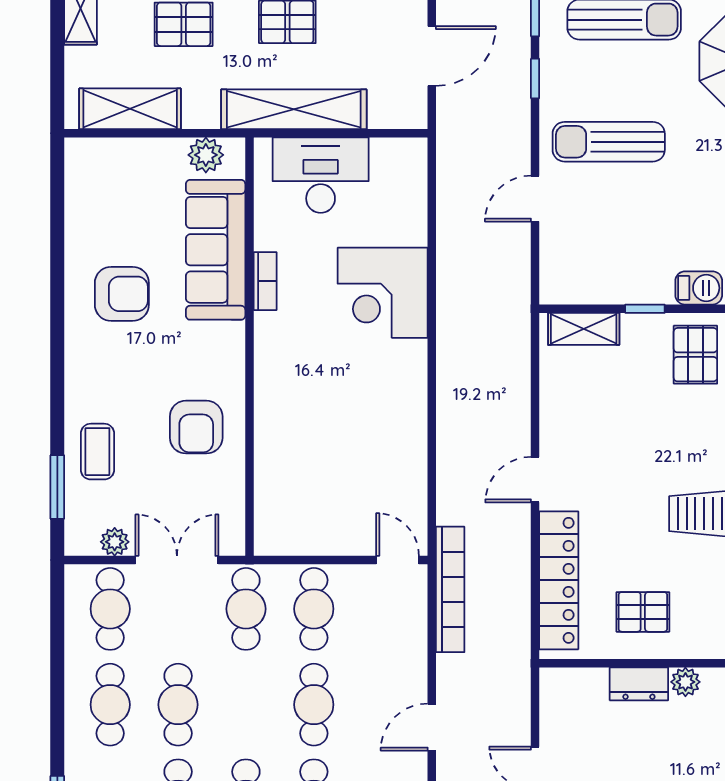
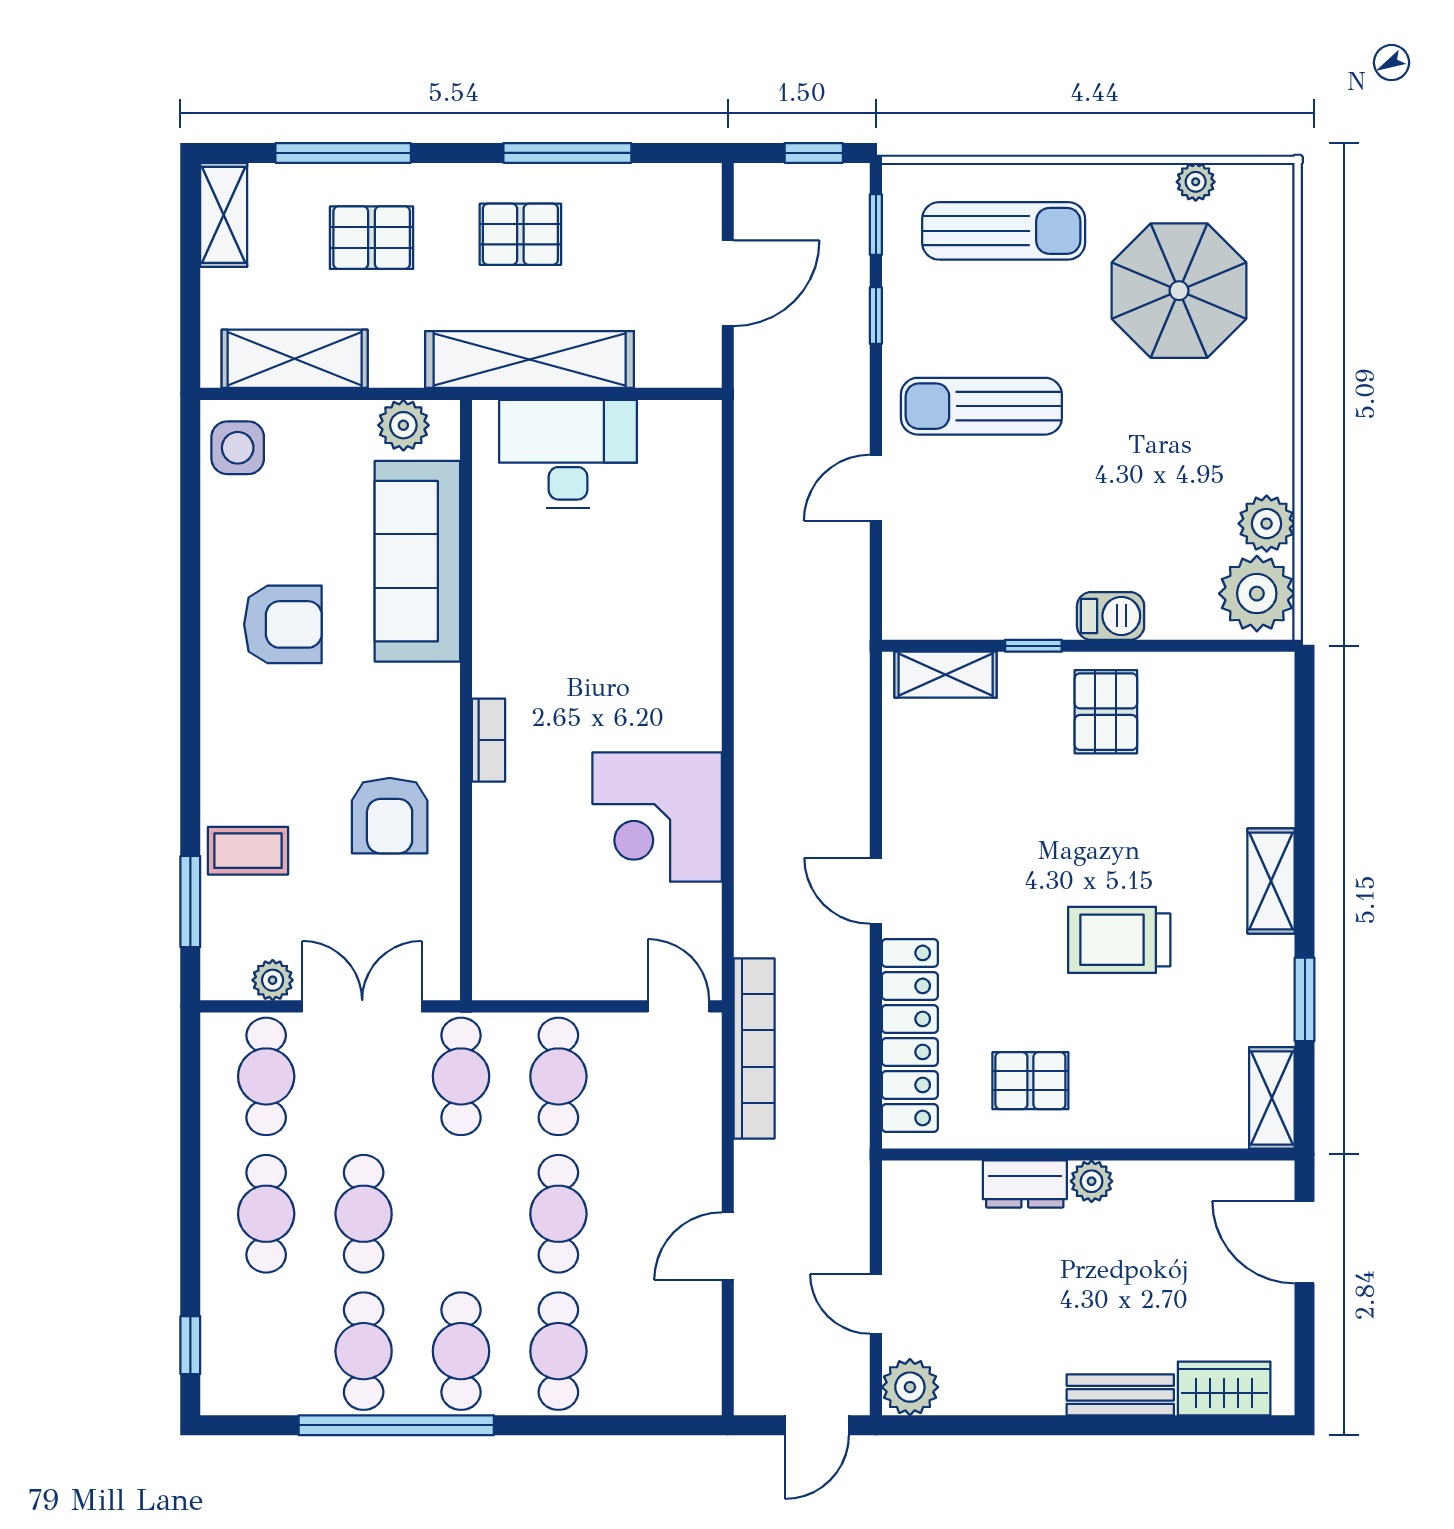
side table: (90, 171) -> (238, 448), added
bookcase: (265, 281) -> (488, 740), moved
corner desk: (383, 293) -> (657, 817), moved
coffee table: (97, 452) -> (248, 851), turned 90
door: (535, 480) -> (876, 891), hinge flipped

